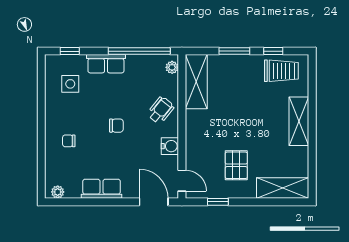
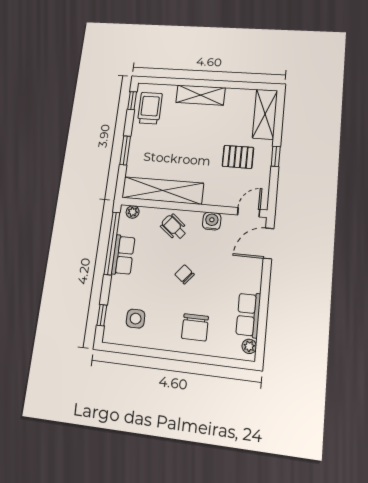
window: (273, 51) -> (132, 101), moved
row of seats: (106, 64) -> (123, 255), moved
shelving: (196, 82) -> (163, 190), width x1.47
chair: (116, 126) -> (185, 274), turned -51
chair: (69, 141) -> (195, 327), width x1.87, depth x1.87
row of seats: (102, 189) -> (248, 315), moved
window: (218, 202) -> (276, 156), moved

